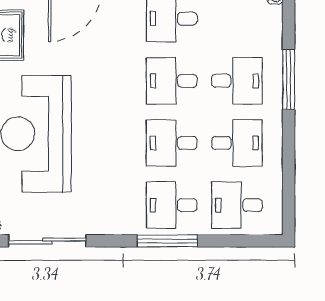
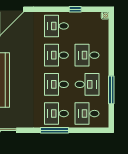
window: (289, 80) -> (111, 90), moved
desk: (237, 81) -> (87, 55), turned 180

